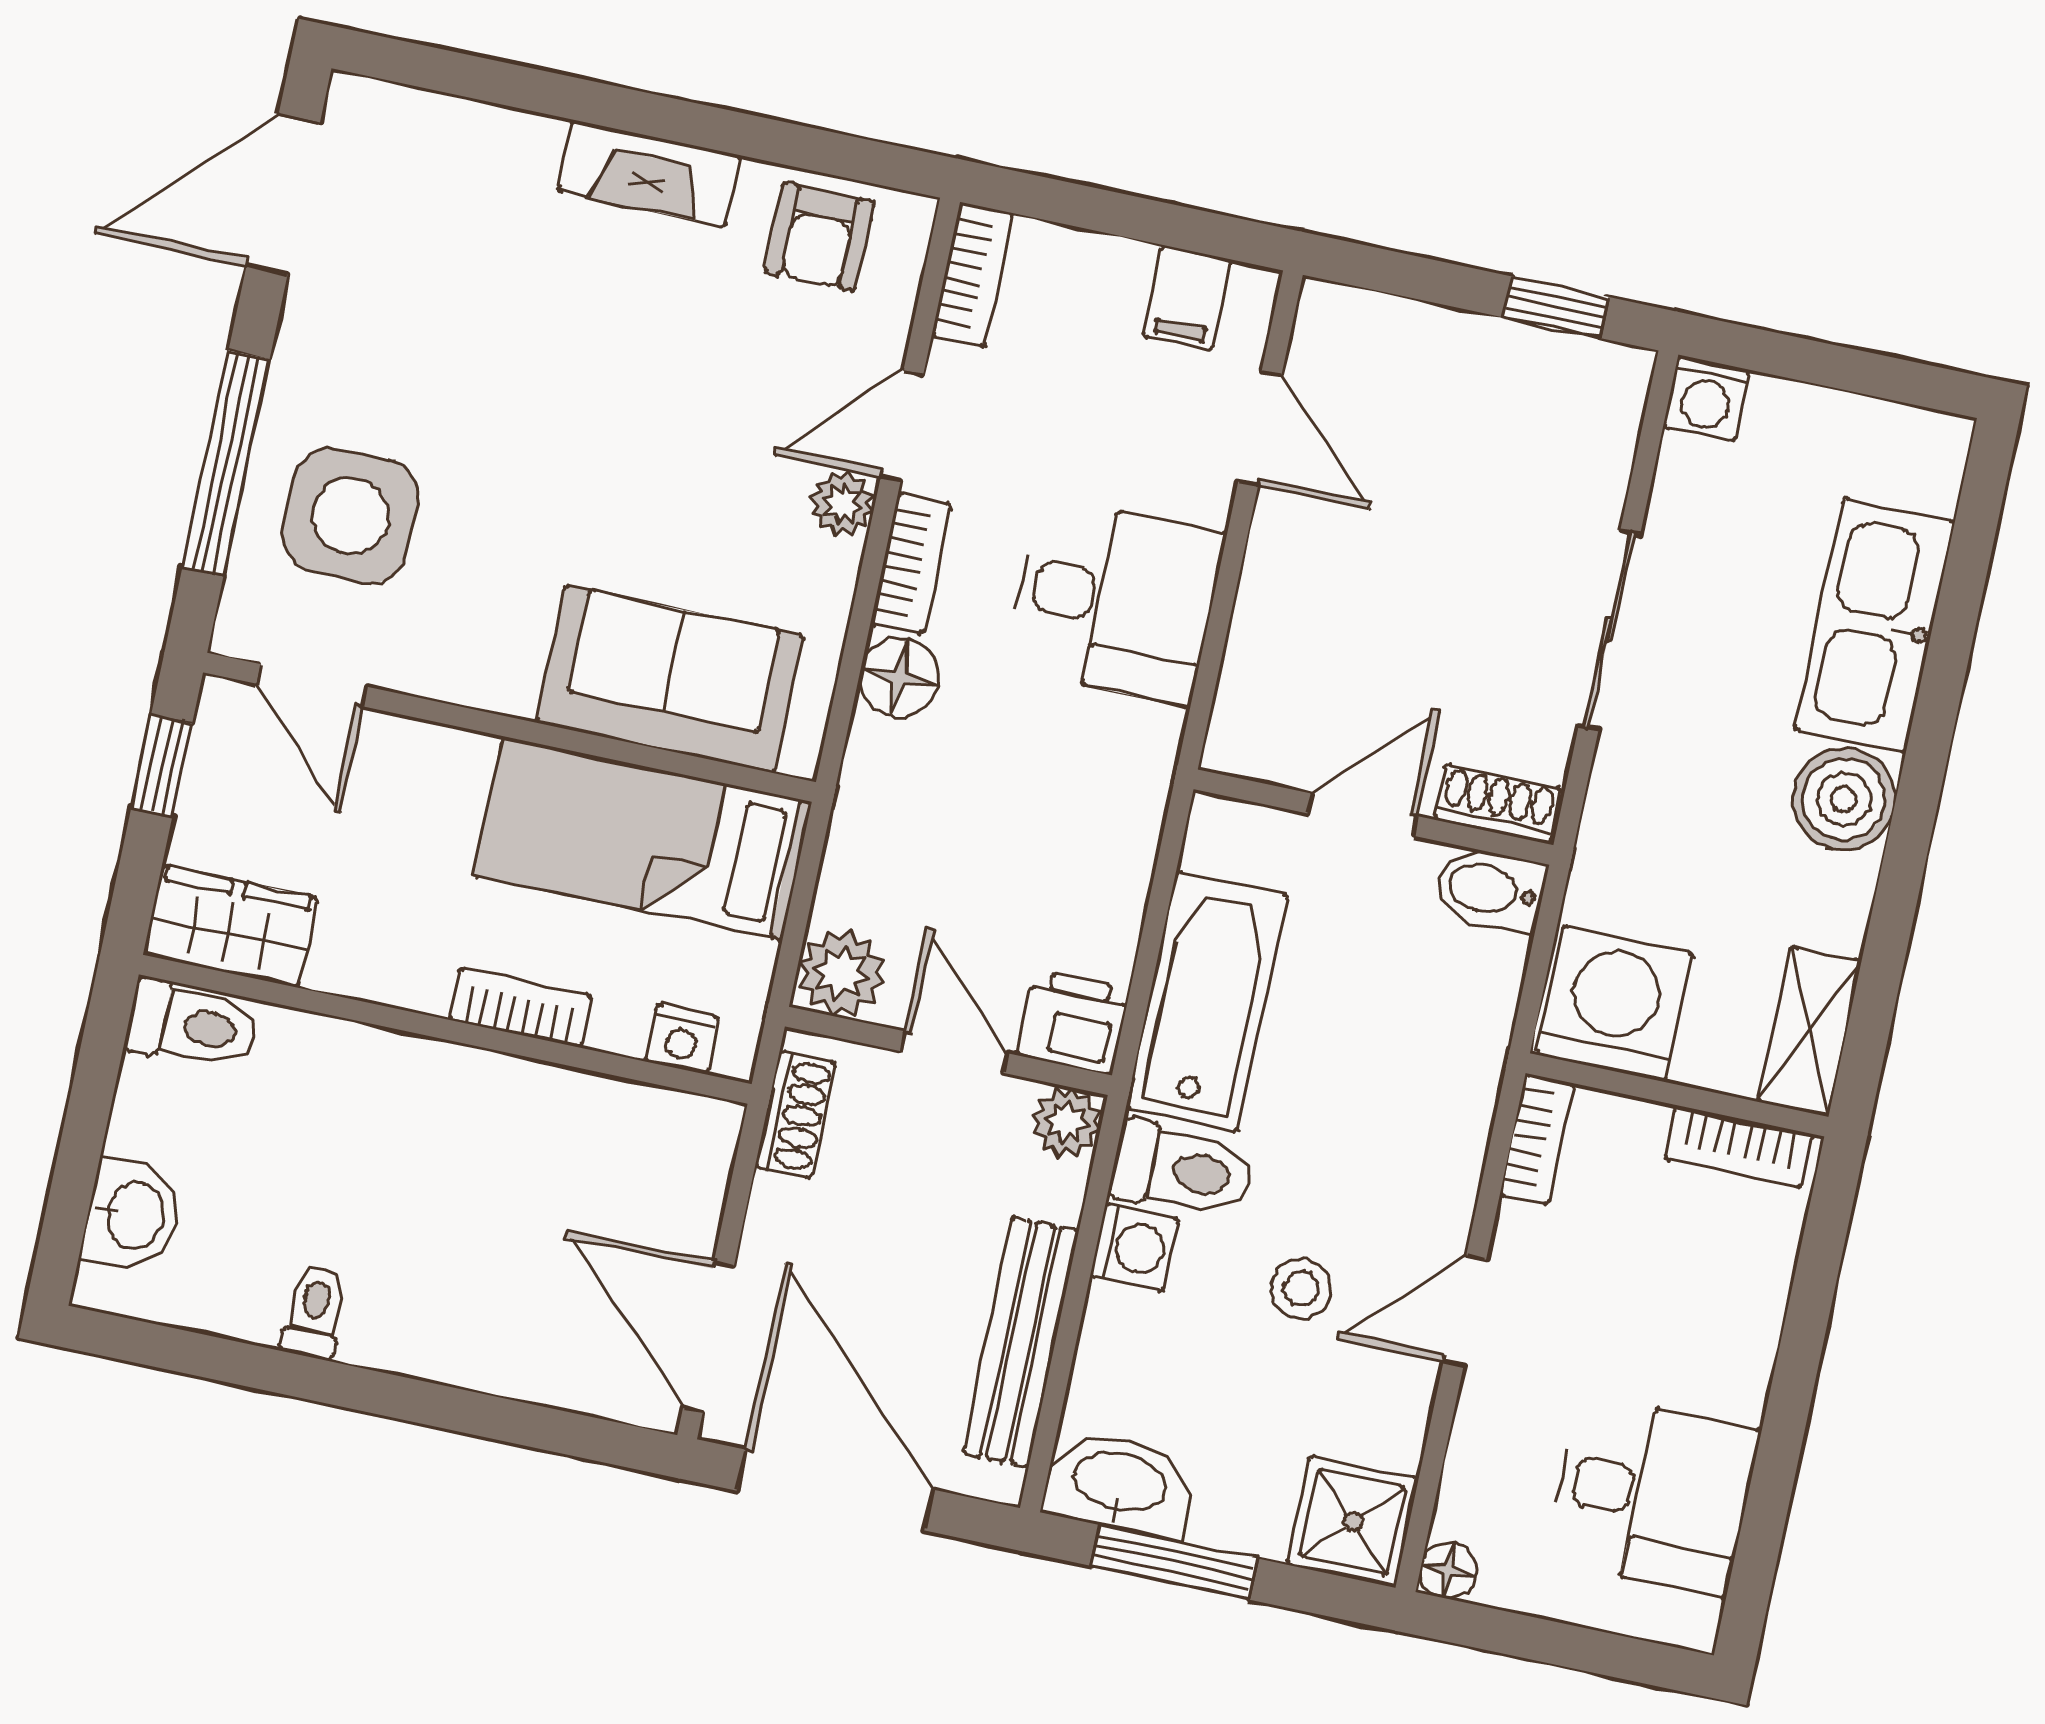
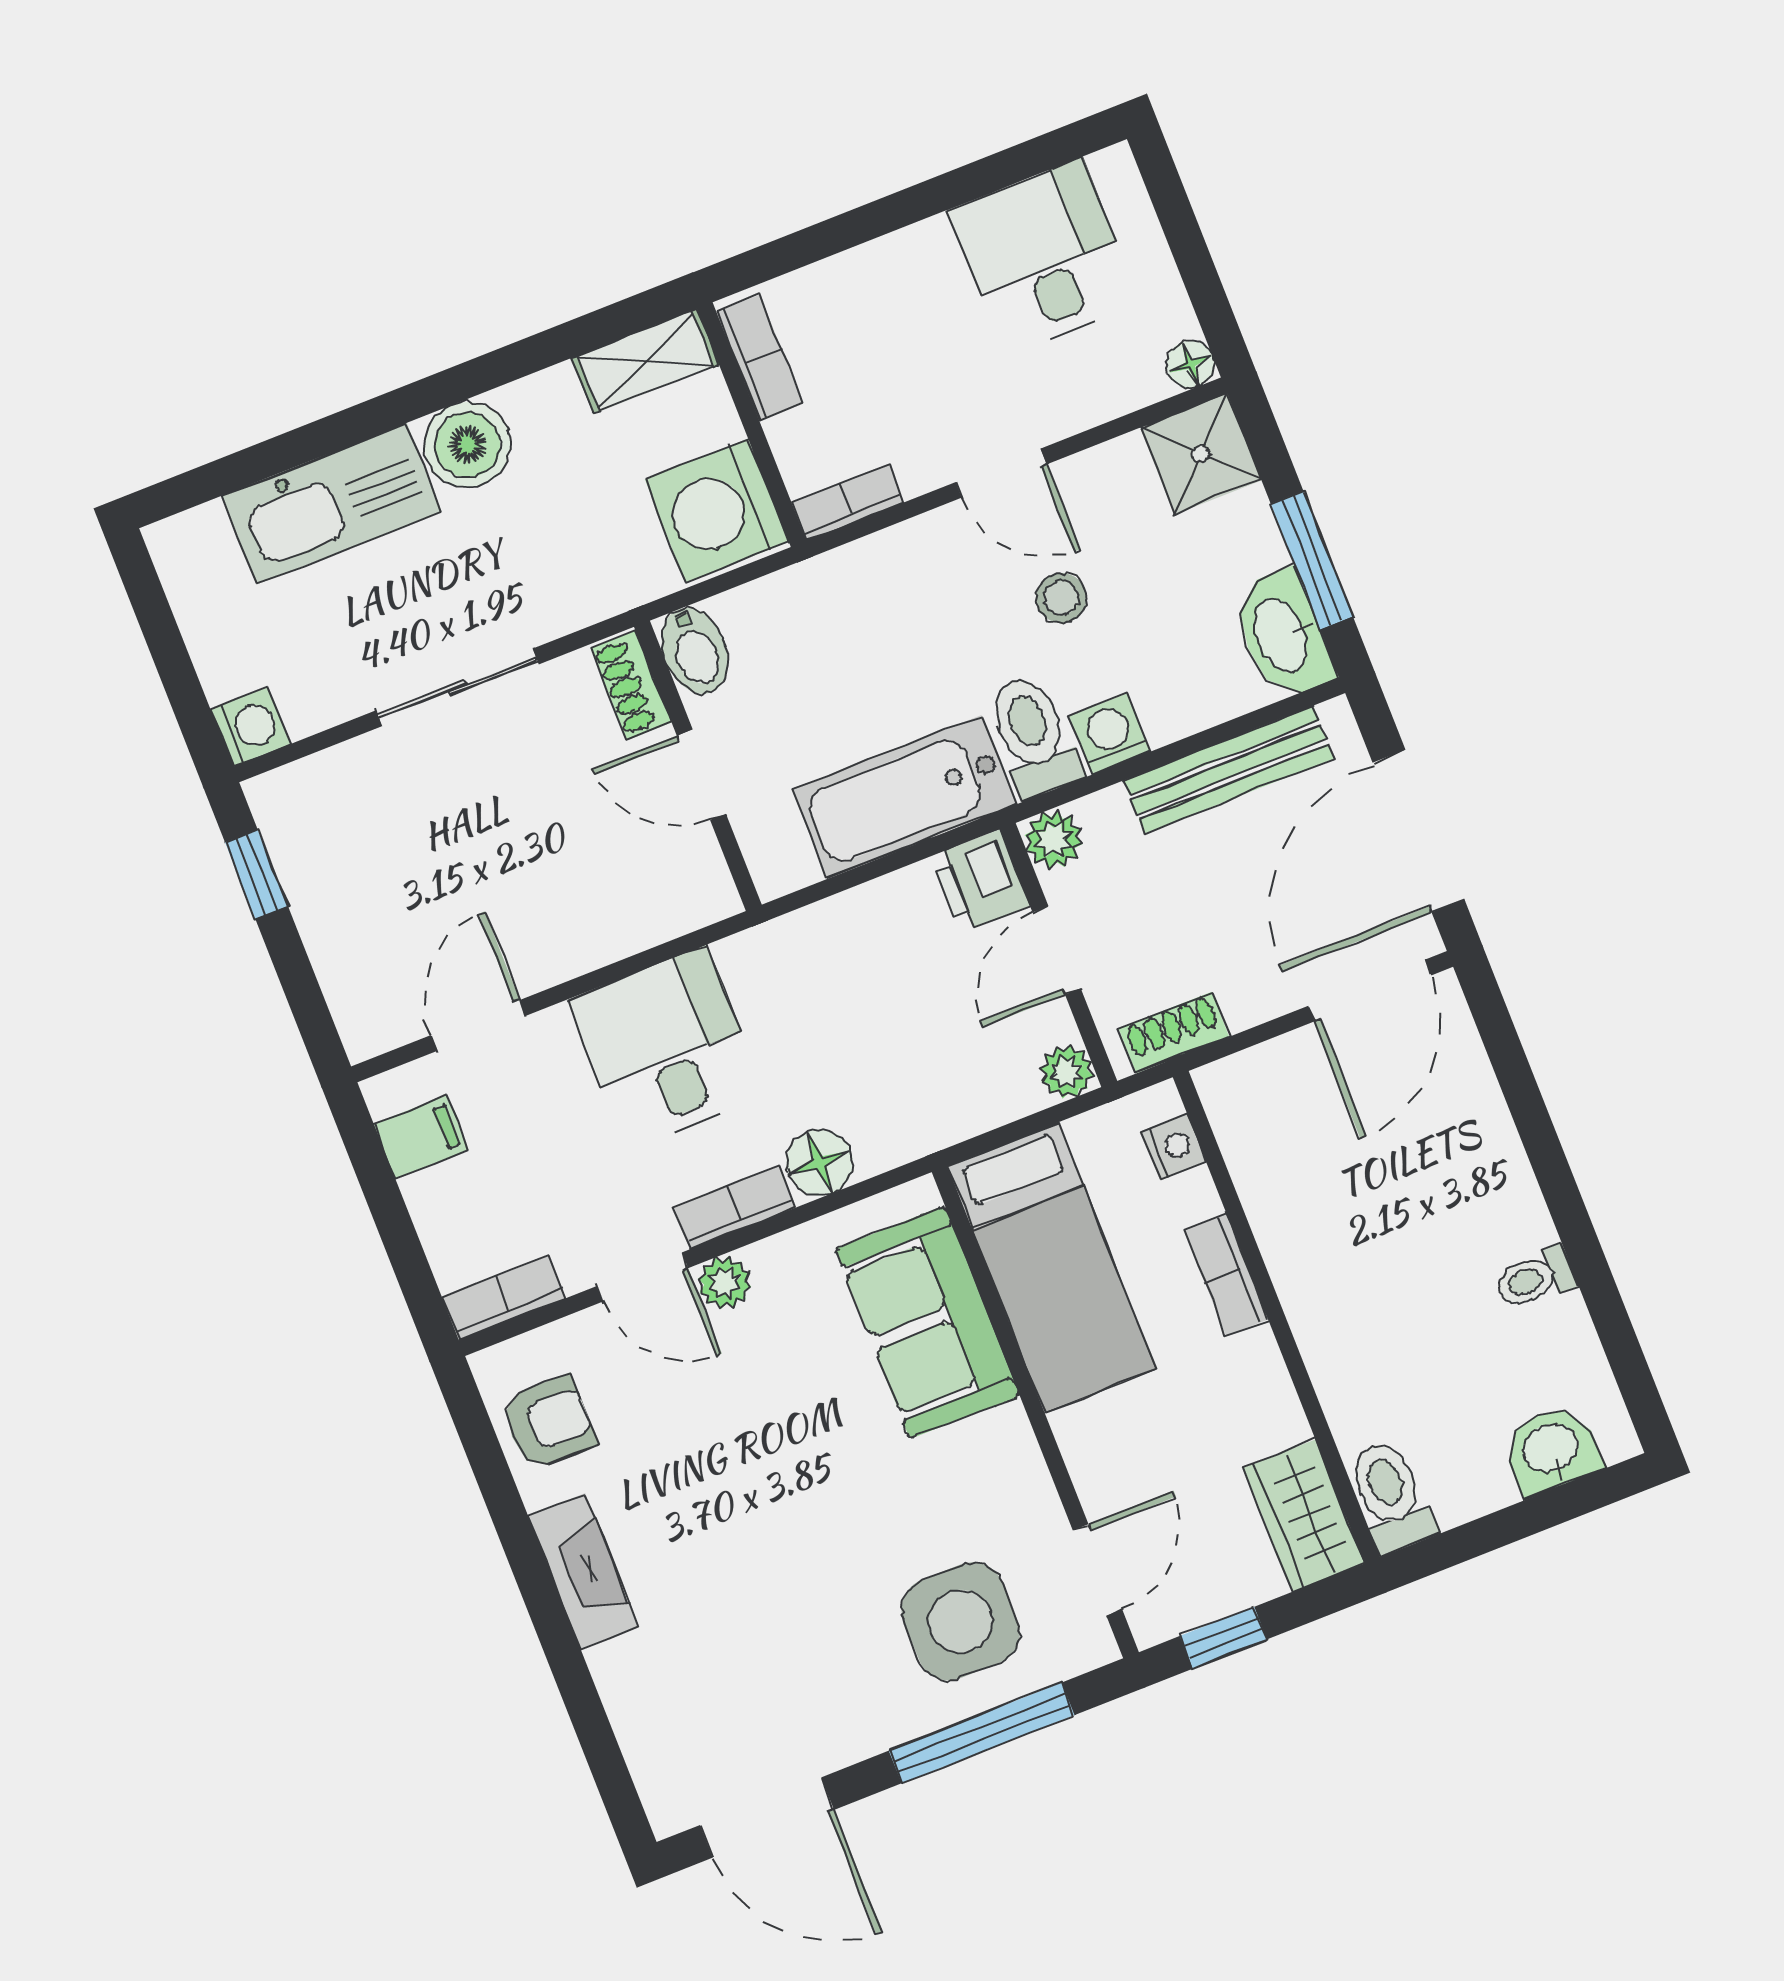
plant: (841, 973) -> (1067, 1072), width x0.73, depth x0.73

